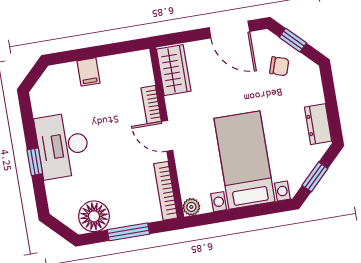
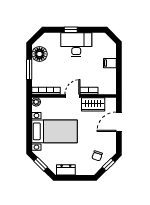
door: (229, 30) -> (119, 122), moved
wardrobe: (174, 70) -> (93, 104), moved

